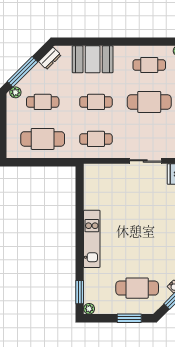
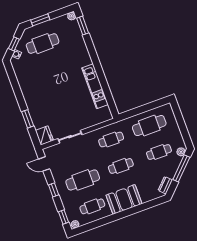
booth: (93, 59) -> (124, 199), moved
kitchen unit: (92, 239) -> (95, 86), moved

